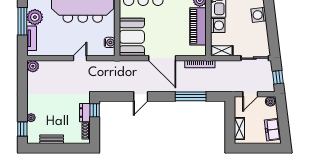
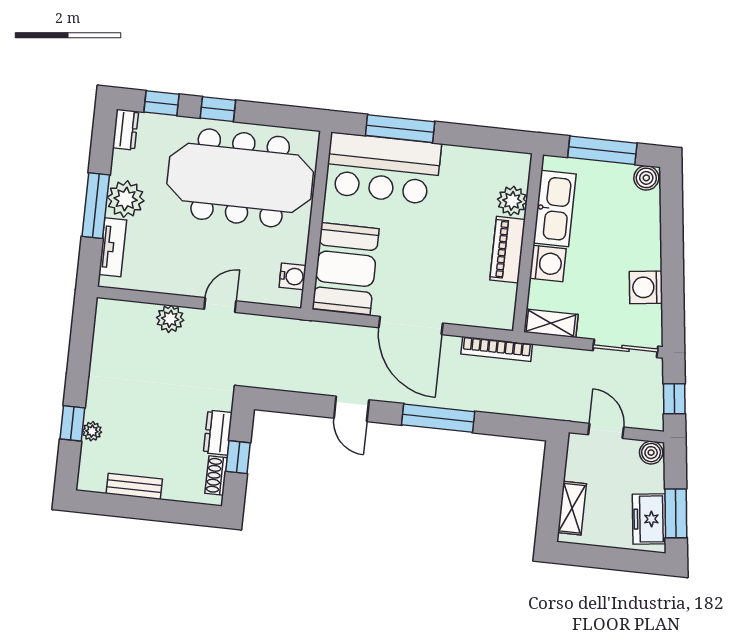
washing machine: (259, 15) -> (646, 287), moved
piano: (198, 26) -> (507, 250), width x0.73, depth x0.75
plant: (33, 66) -> (170, 319), moved
door: (250, 94) -> (606, 431), swing flipped
door: (141, 96) -> (351, 409), hinge flipped
window: (191, 96) -> (438, 418), moved
window: (95, 110) -> (238, 457), moved
window: (284, 126) -> (676, 513), added
window: (22, 129) -> (72, 423), moved

